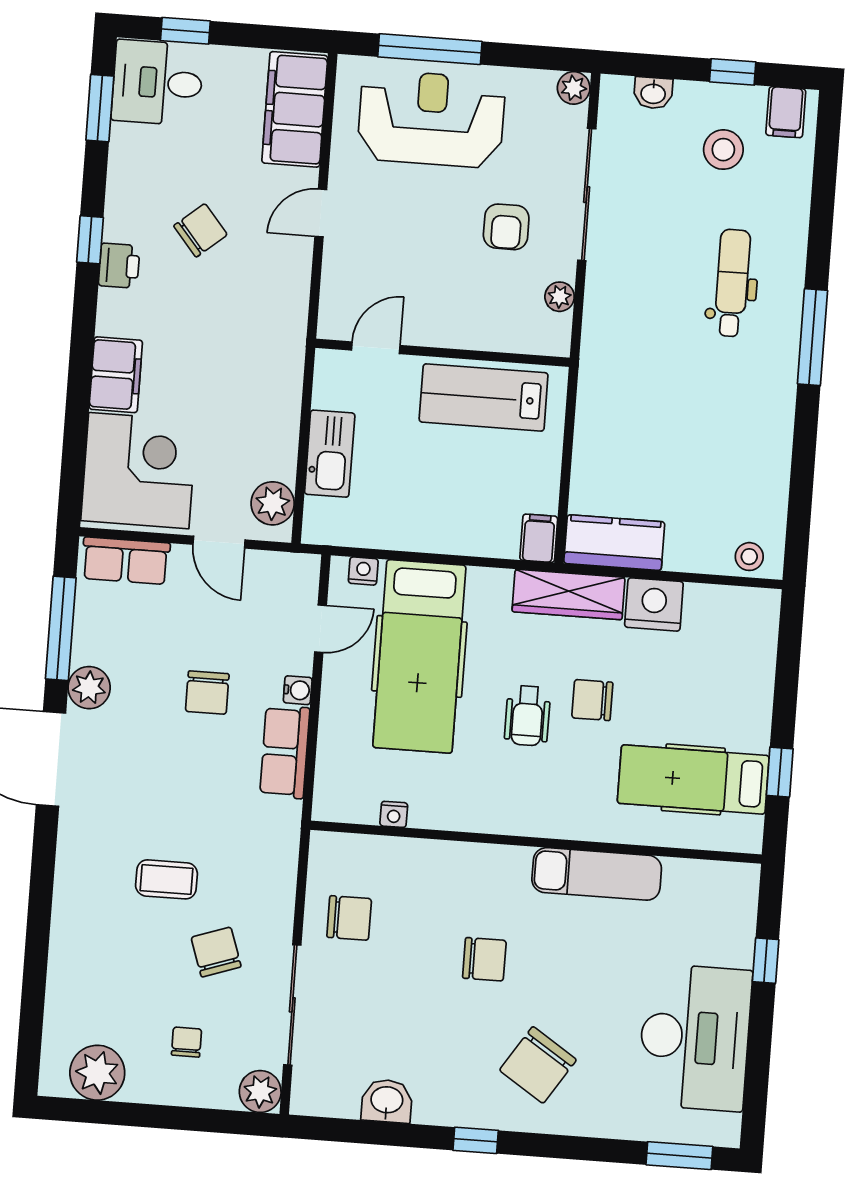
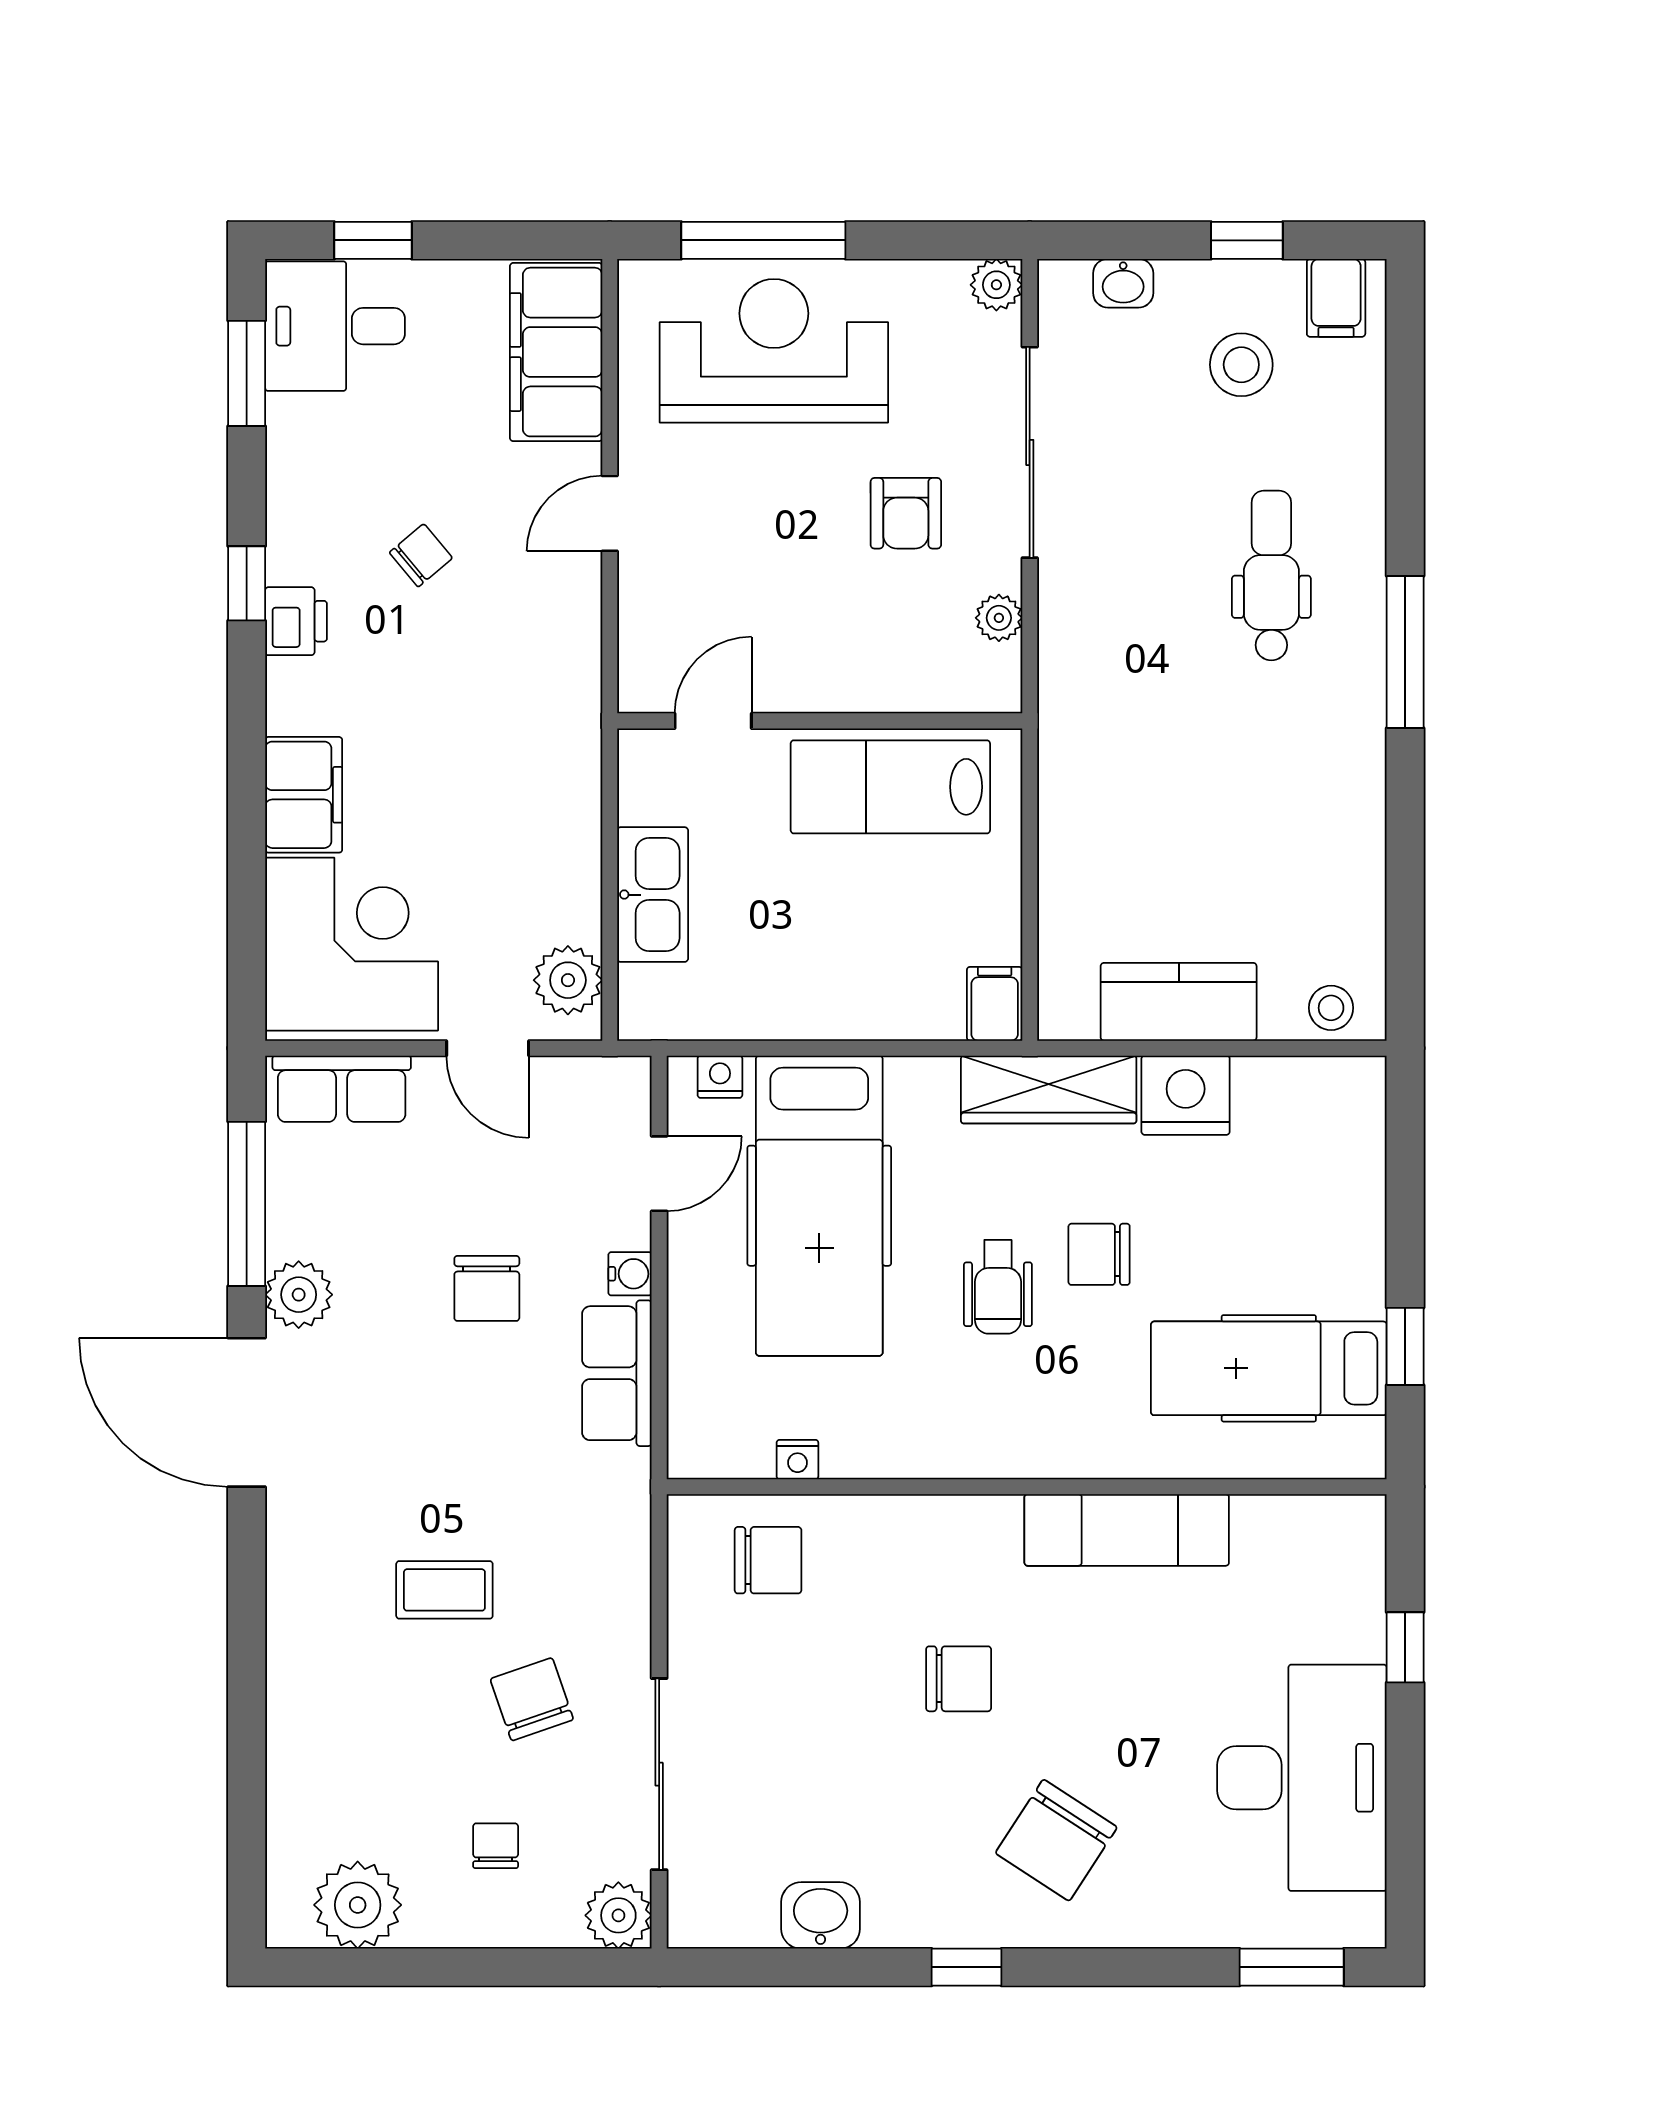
chair: (201, 230) -> (421, 555), width x0.73, depth x0.73
kitchen counter: (614, 543) -> (1179, 1002), moved
chair: (349, 918) -> (768, 1560), moved

